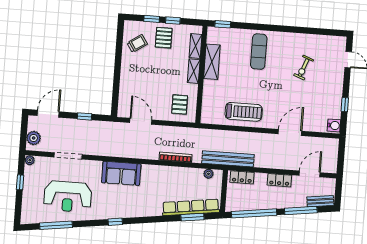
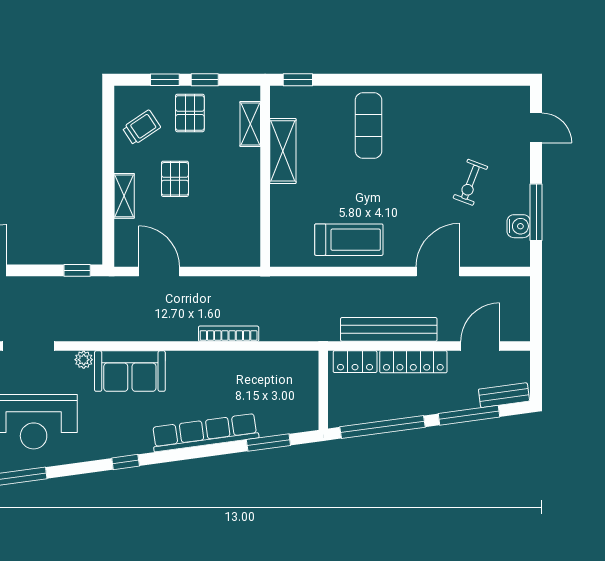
exercise bike: (304, 68) -> (470, 182), moved
shelving: (194, 71) -> (124, 196), moved
pallet: (180, 104) -> (175, 179), moved
window: (345, 105) -> (536, 212), width x2.17
window: (84, 116) -> (77, 270), moved
water cooler: (334, 125) -> (519, 226), moved
bench: (228, 159) -> (389, 329), moved
plant: (208, 174) -> (84, 360), moved
locker: (279, 180) -> (413, 362), width x1.53
row of seats: (191, 207) -> (205, 433), moved

